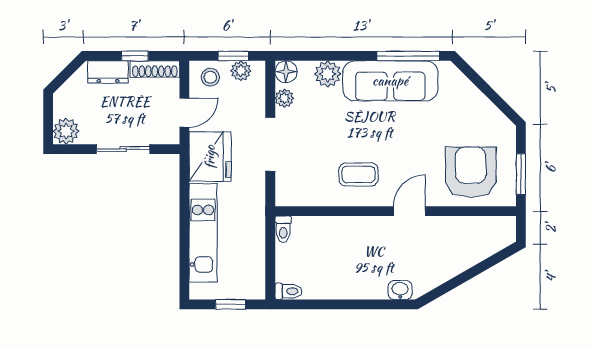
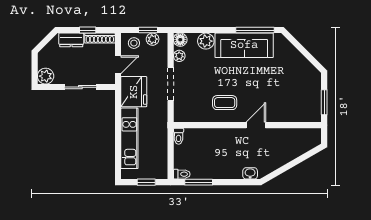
armchair: (471, 172) -> (293, 101), removed
window: (316, 304) -> (199, 182), added

